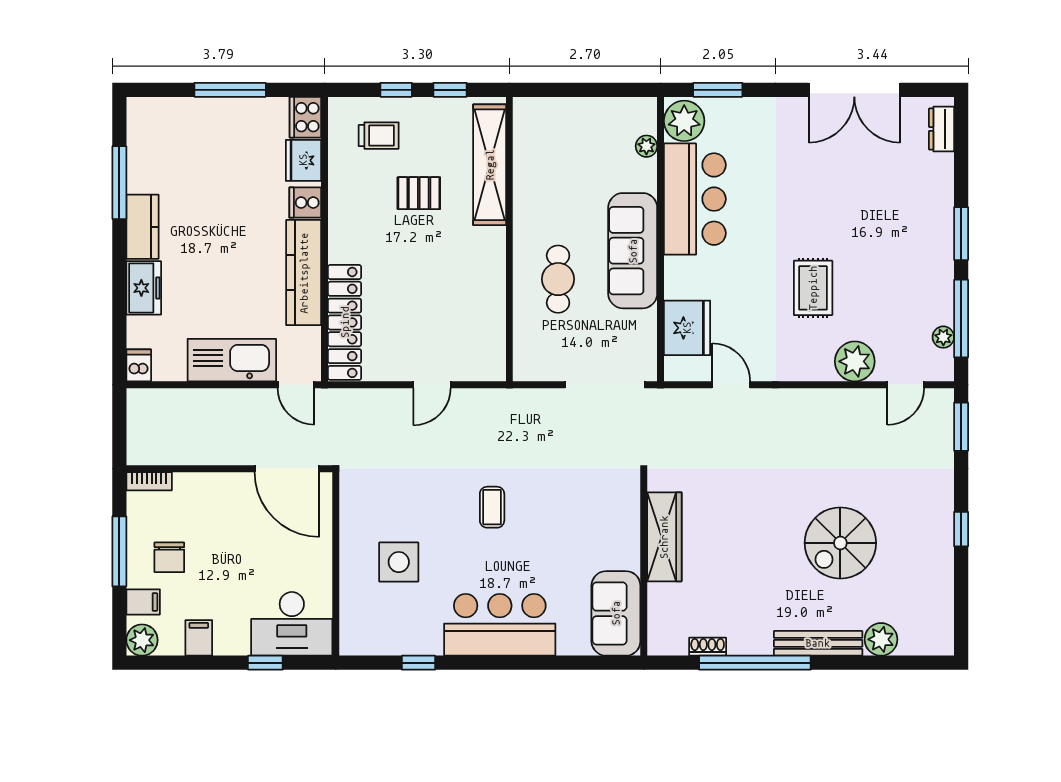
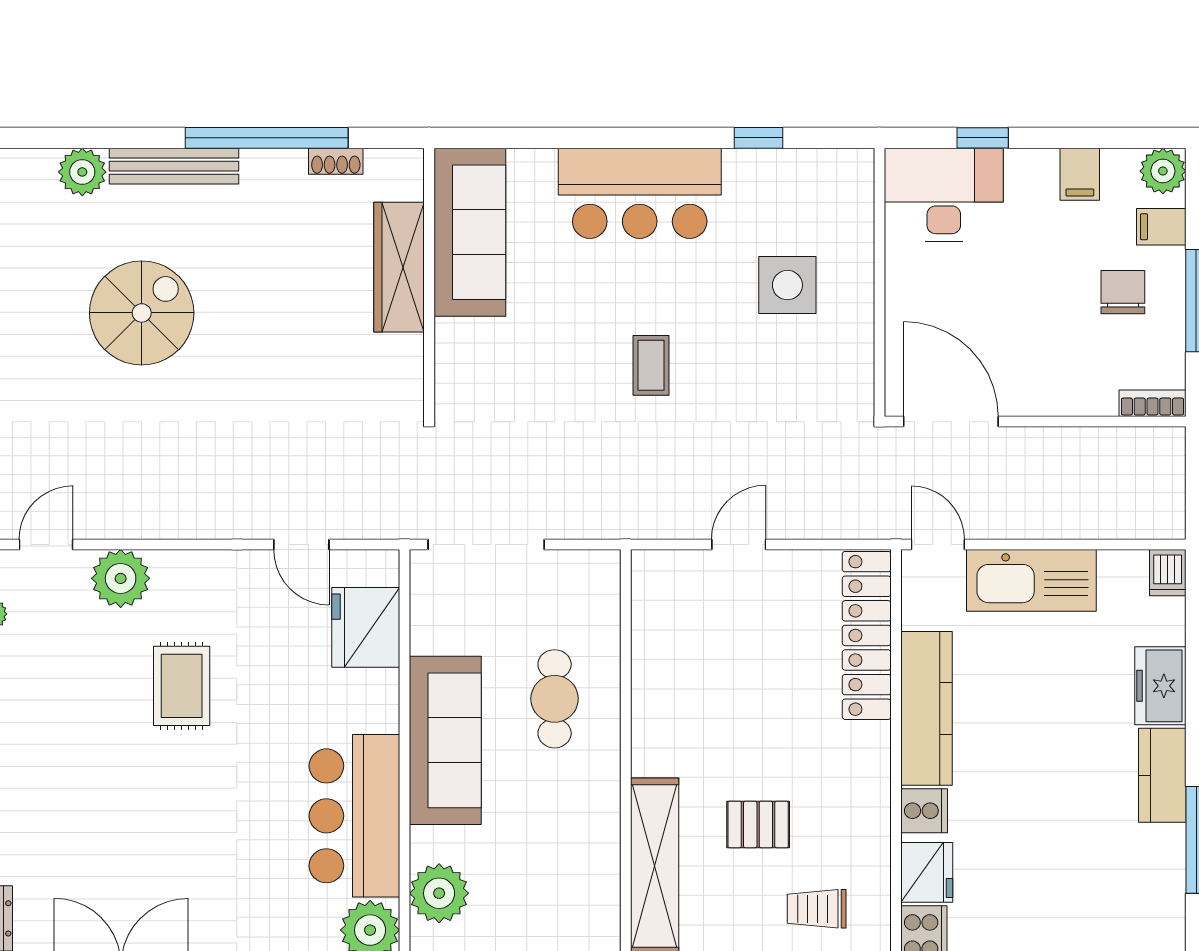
plant: (646, 146) -> (439, 893), width x1.87, depth x1.87
wardrobe: (664, 537) -> (399, 267), moved
sofa: (616, 613) -> (470, 232), width x1.36

